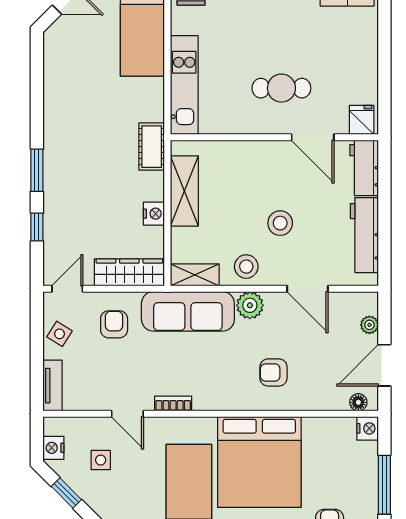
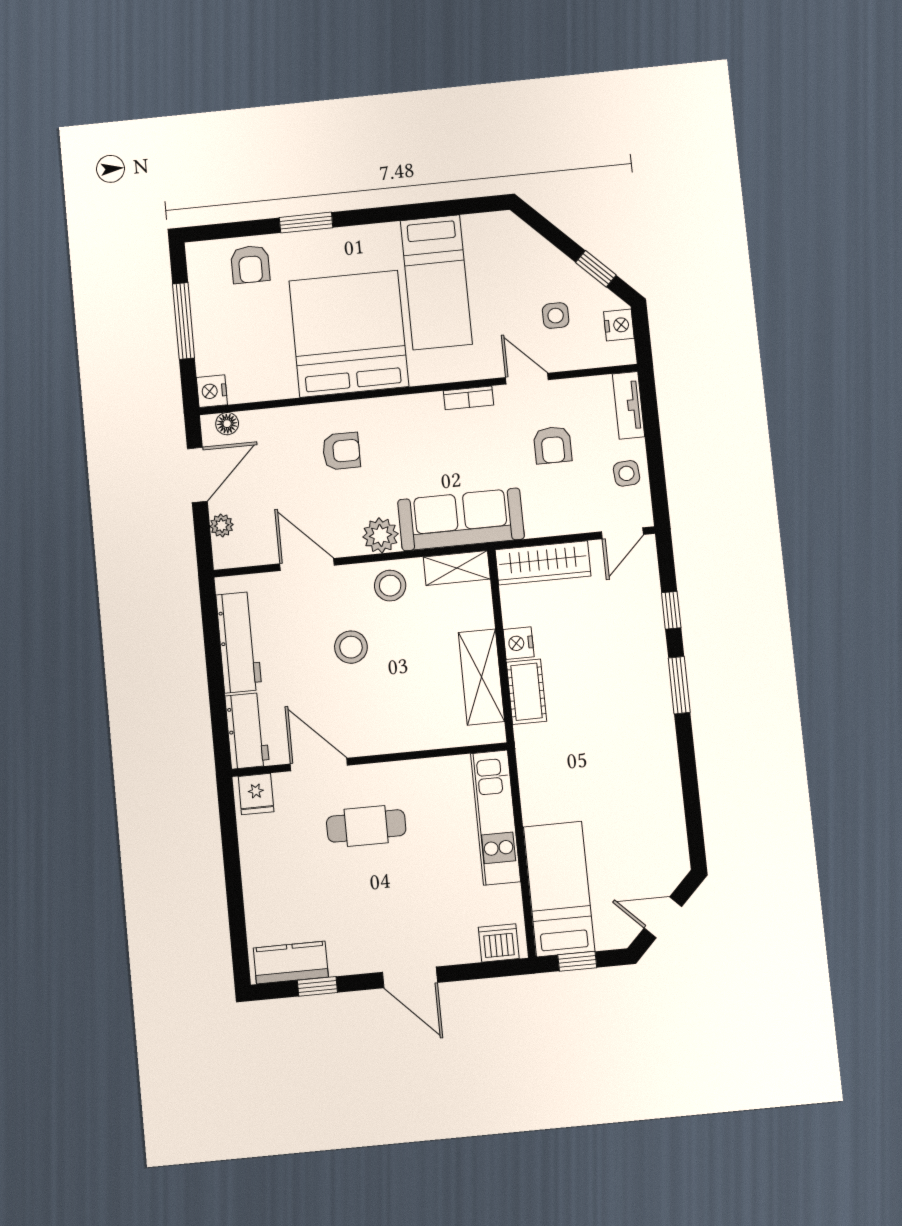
cot: (152, 147) -> (526, 692), moved
armchair: (114, 324) -> (553, 445), moved
side table: (59, 334) -> (626, 473), turned -36

